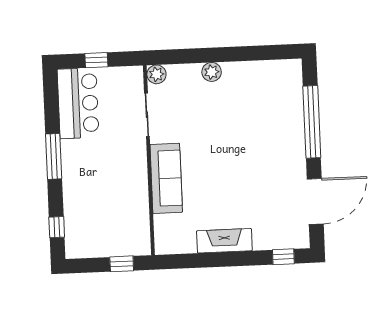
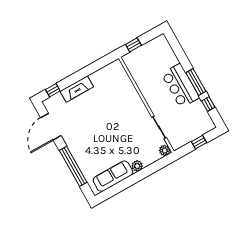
bar counter: (78, 103) -> (180, 86), moved
sofa: (166, 178) -> (113, 176), moved, turned 90
window: (57, 227) -> (208, 104), moved
fireplace: (224, 241) -> (77, 89), moved

